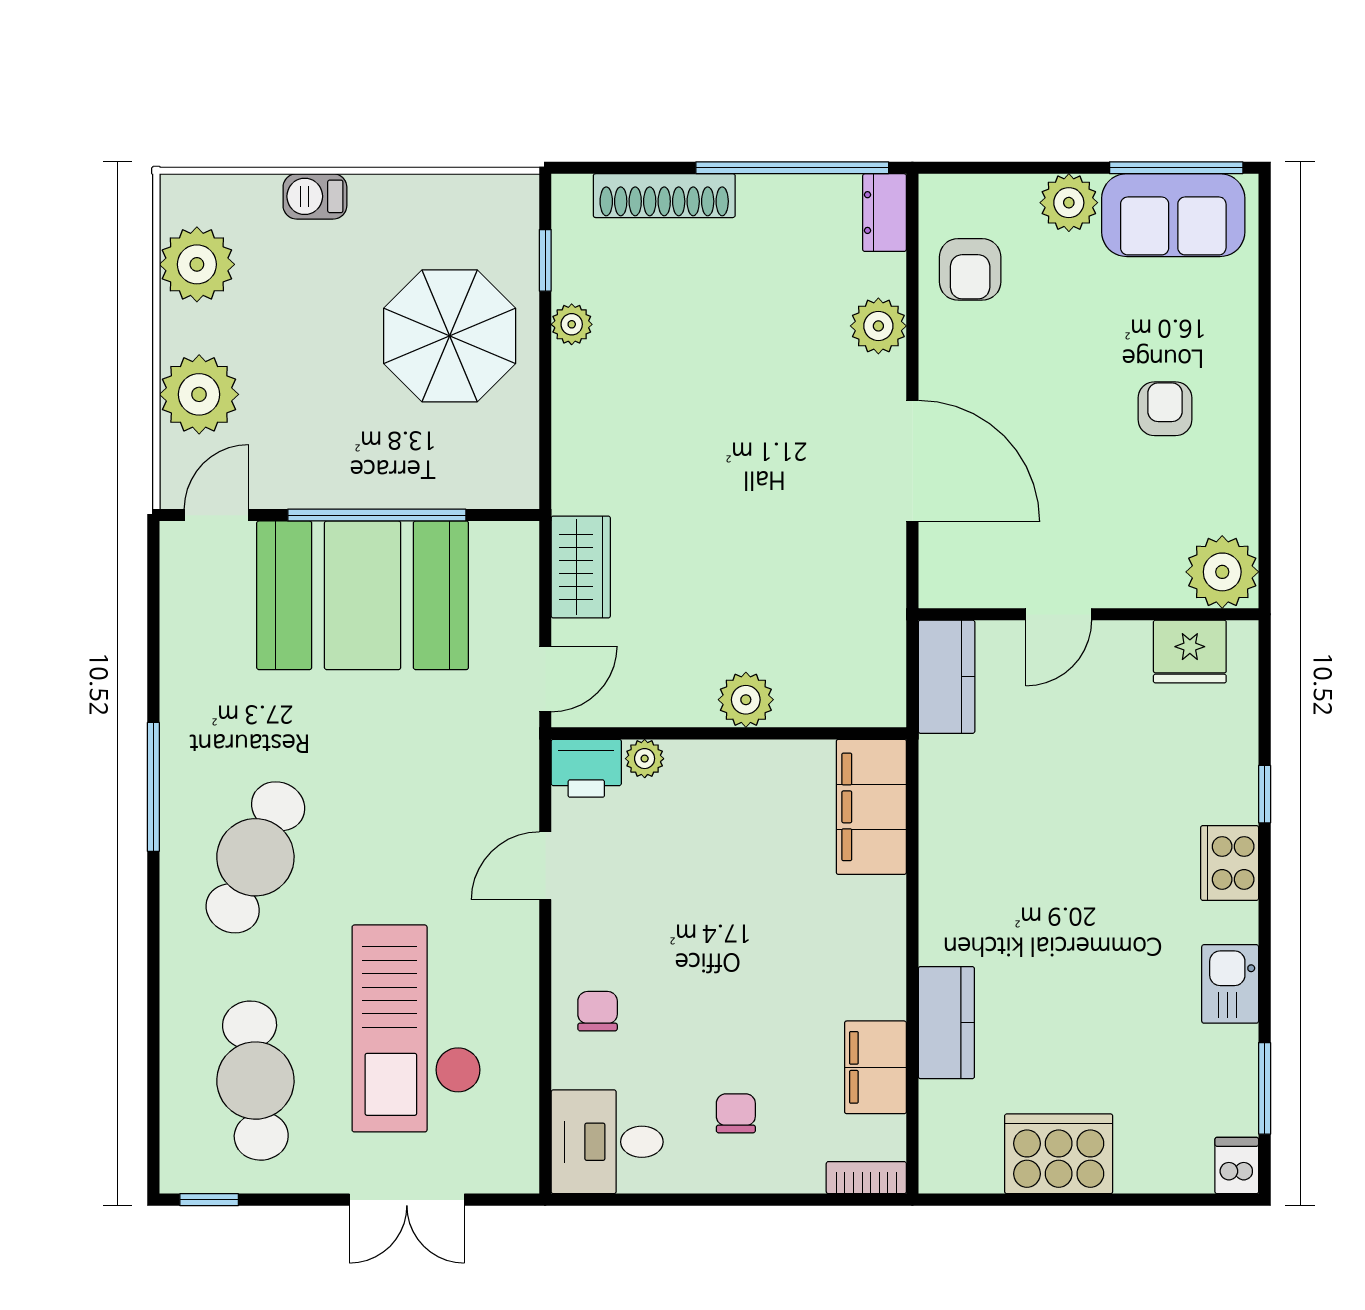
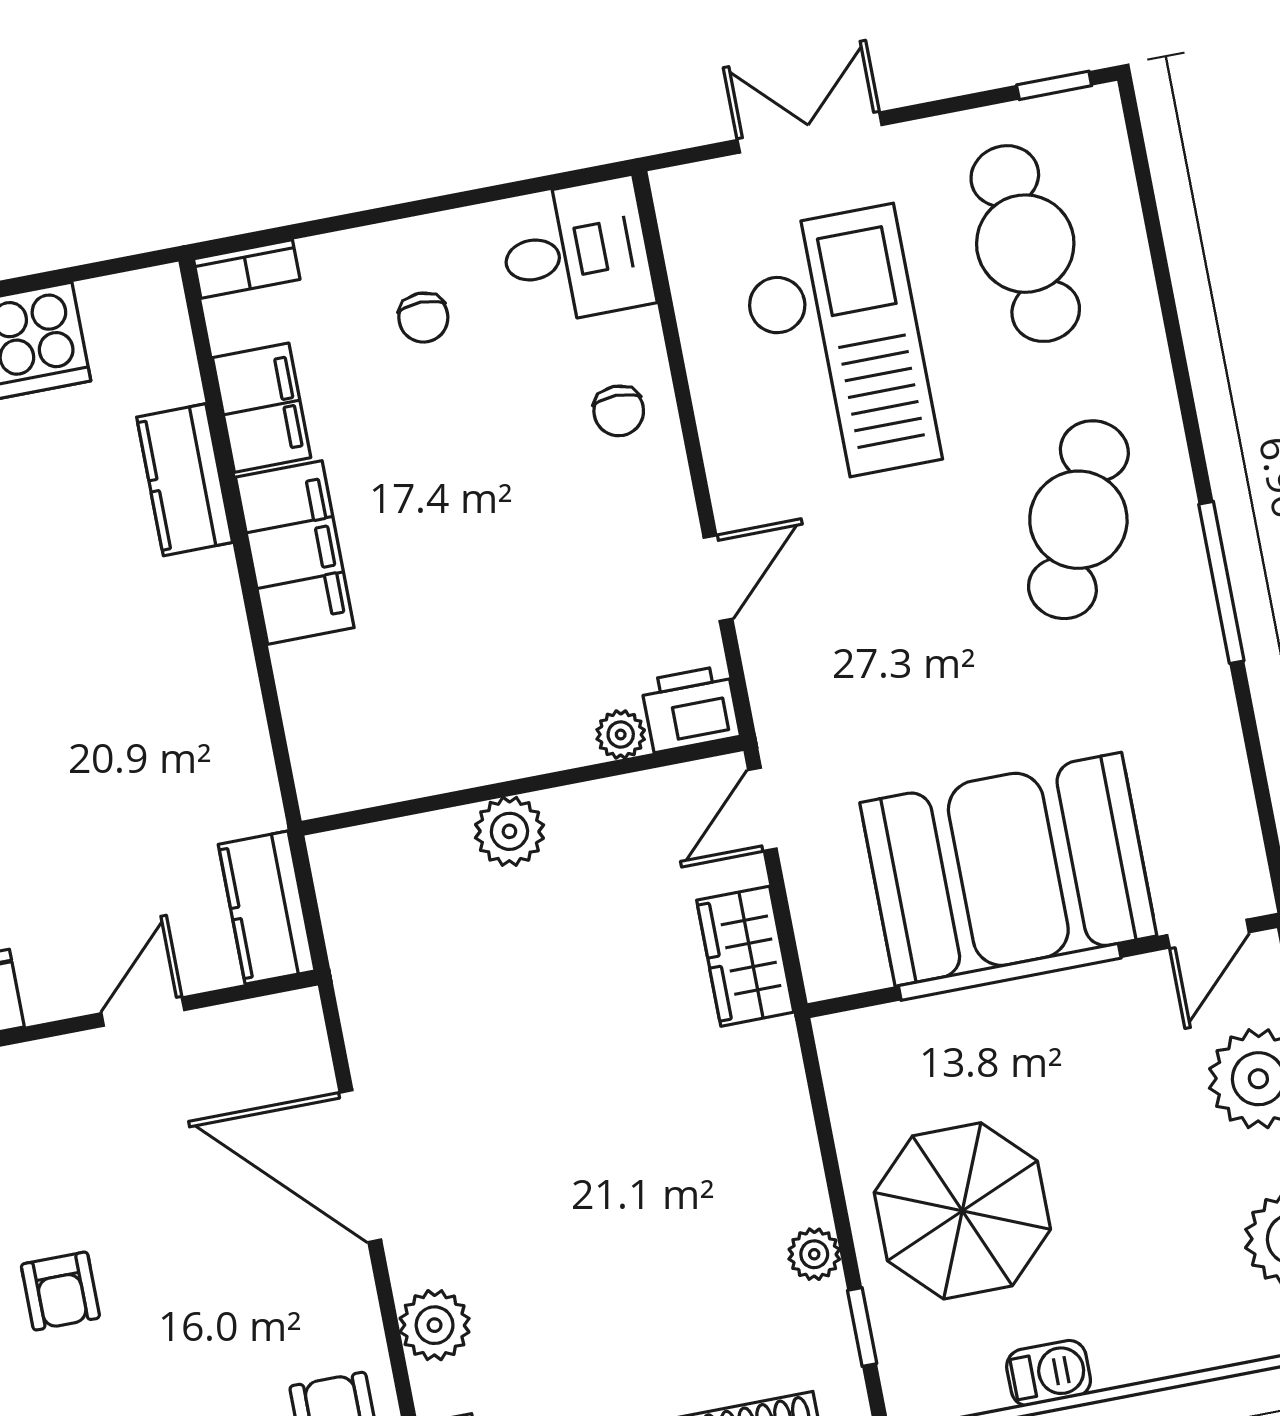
barbecue: (315, 196) -> (1049, 1373), moved
filing cabinet: (871, 807) -> (295, 552), moved

